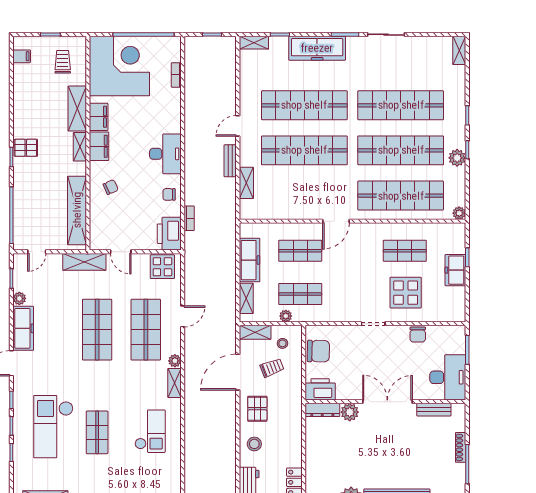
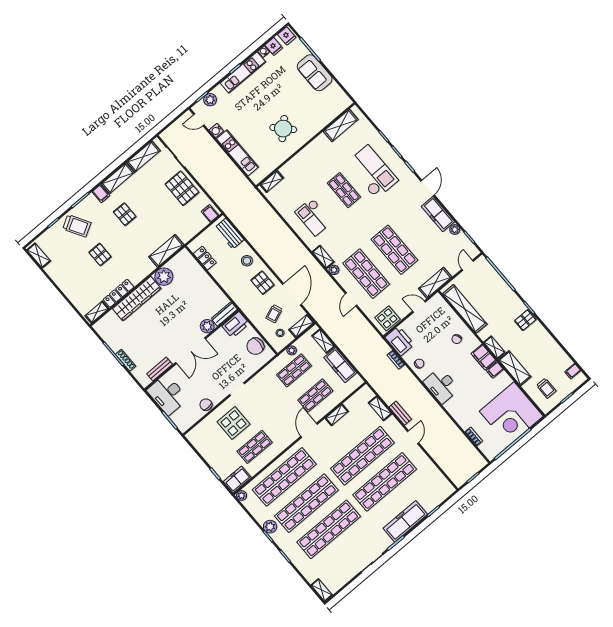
shelving: (254, 43) -> (337, 415), moved
filing cabinet: (99, 117) -> (495, 370), width x0.50
freezer: (455, 270) -> (237, 479), moved, turned -90

